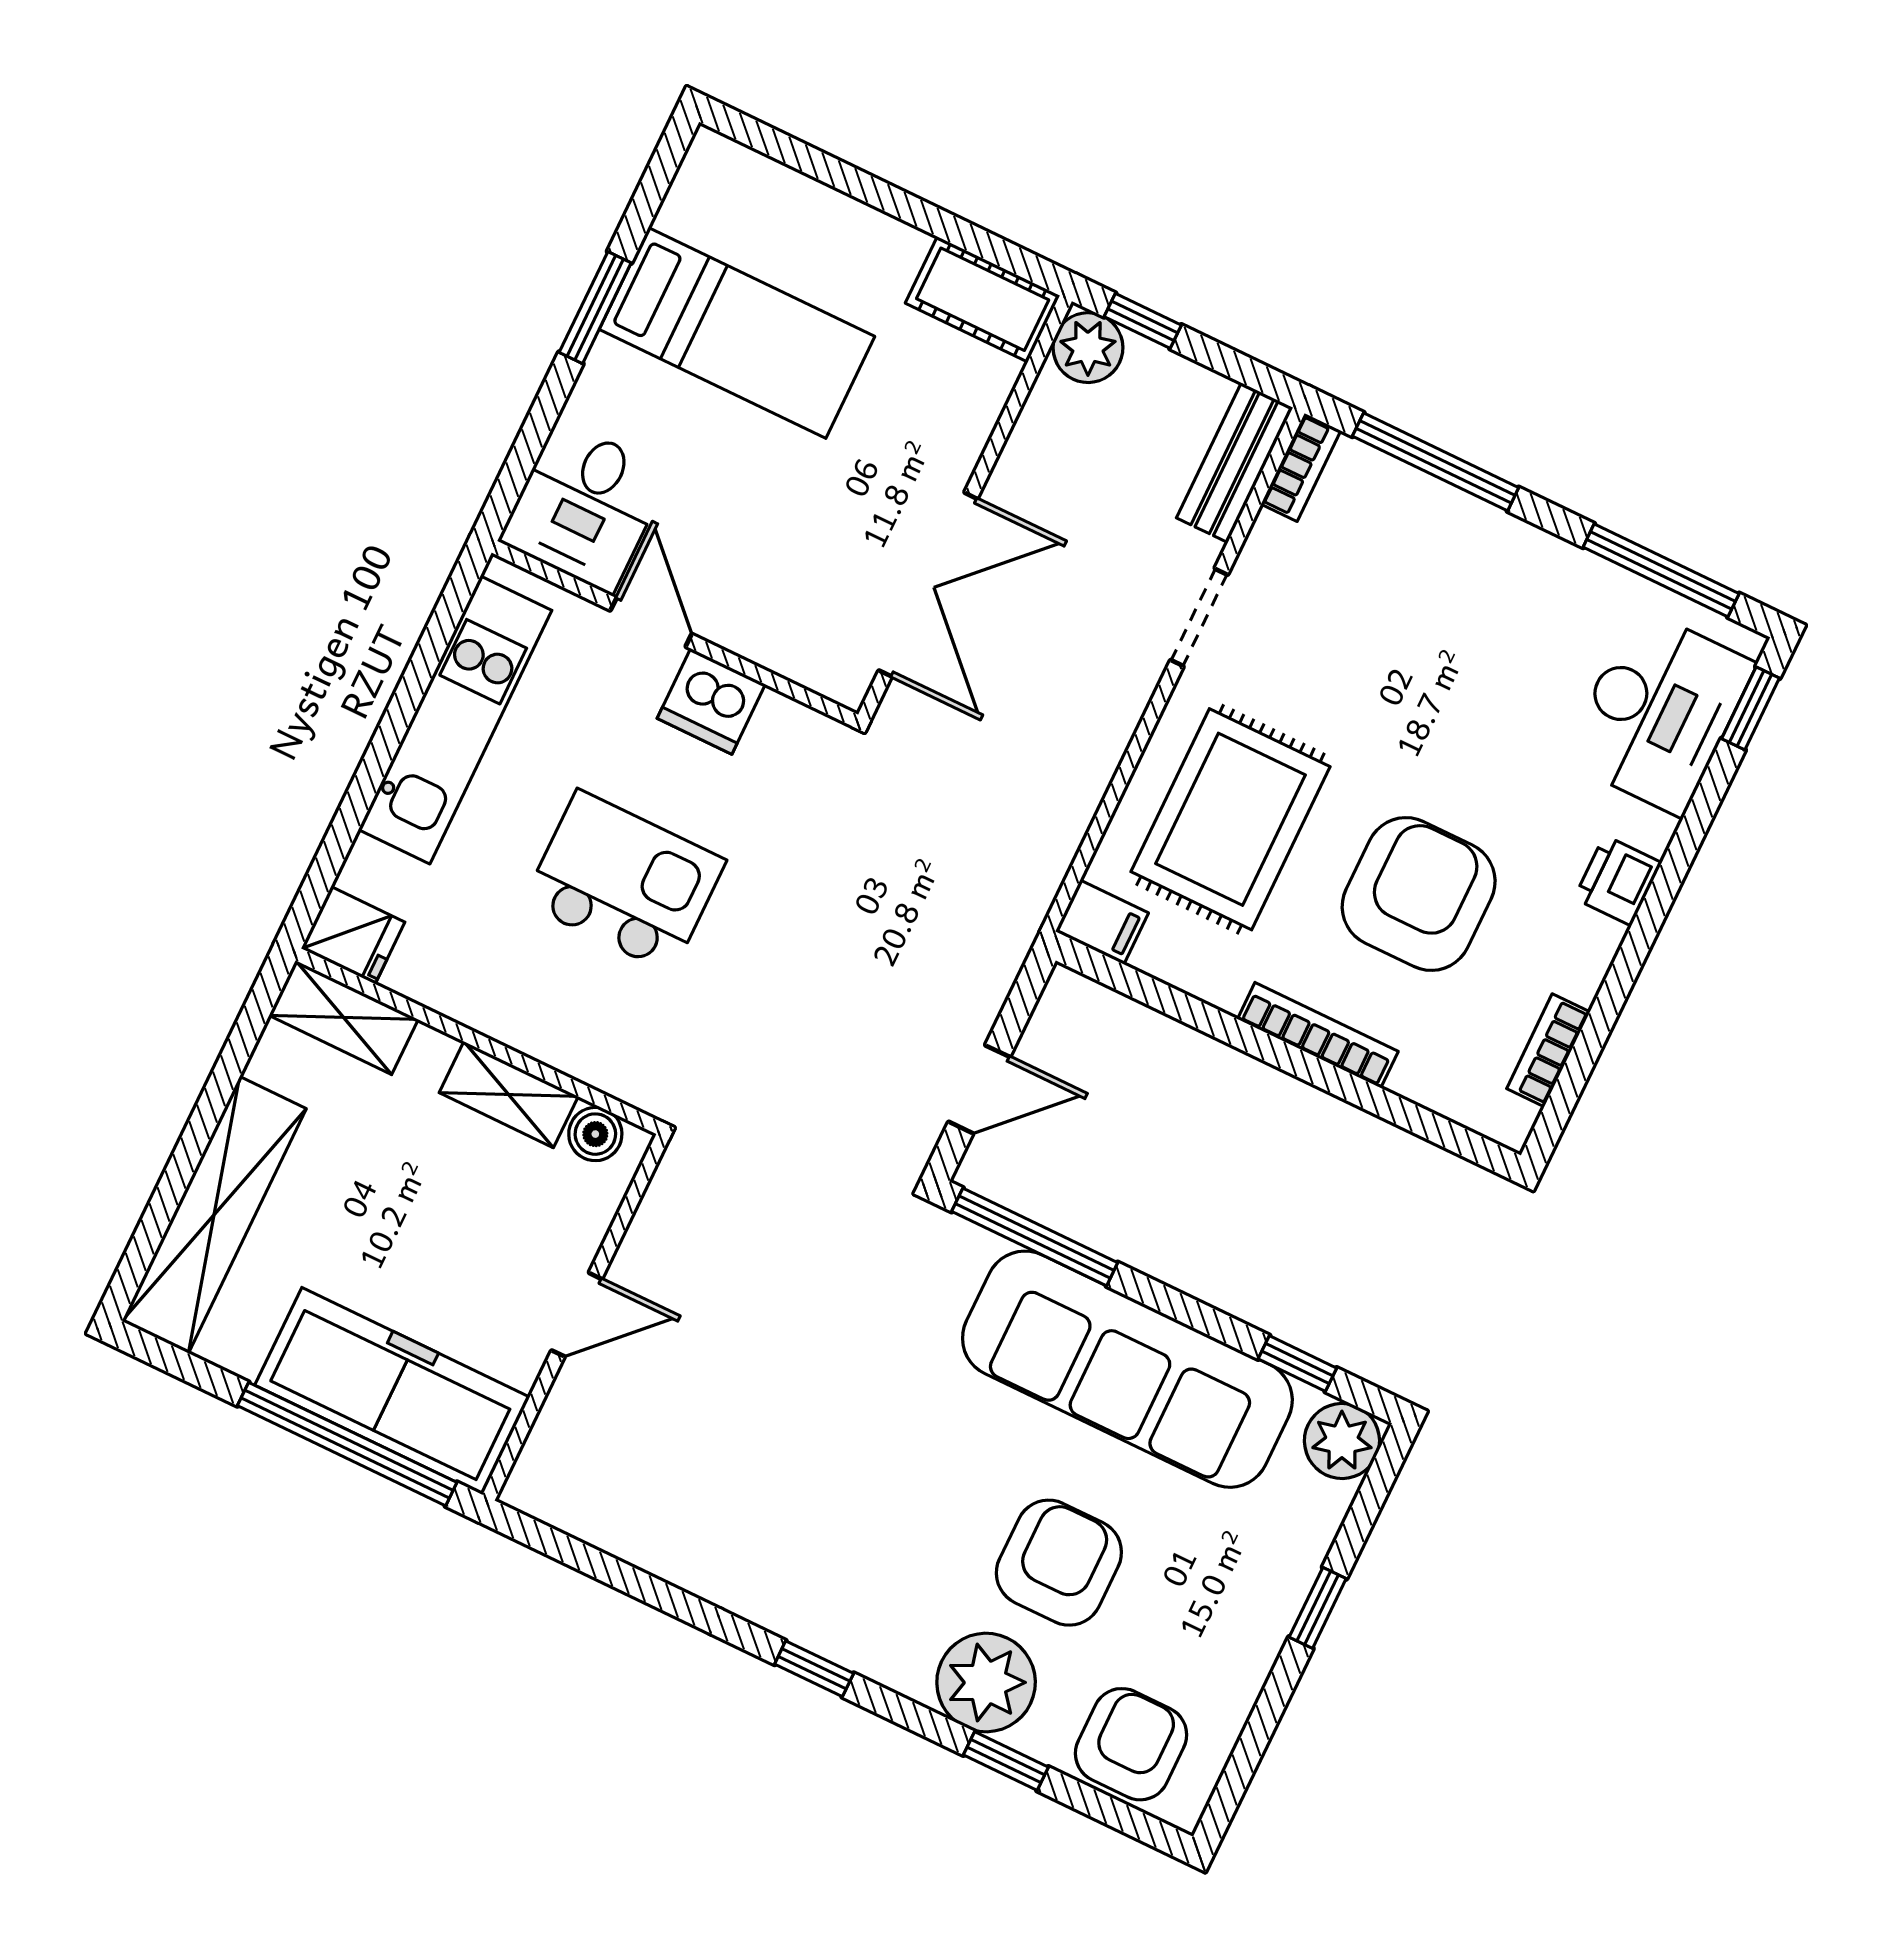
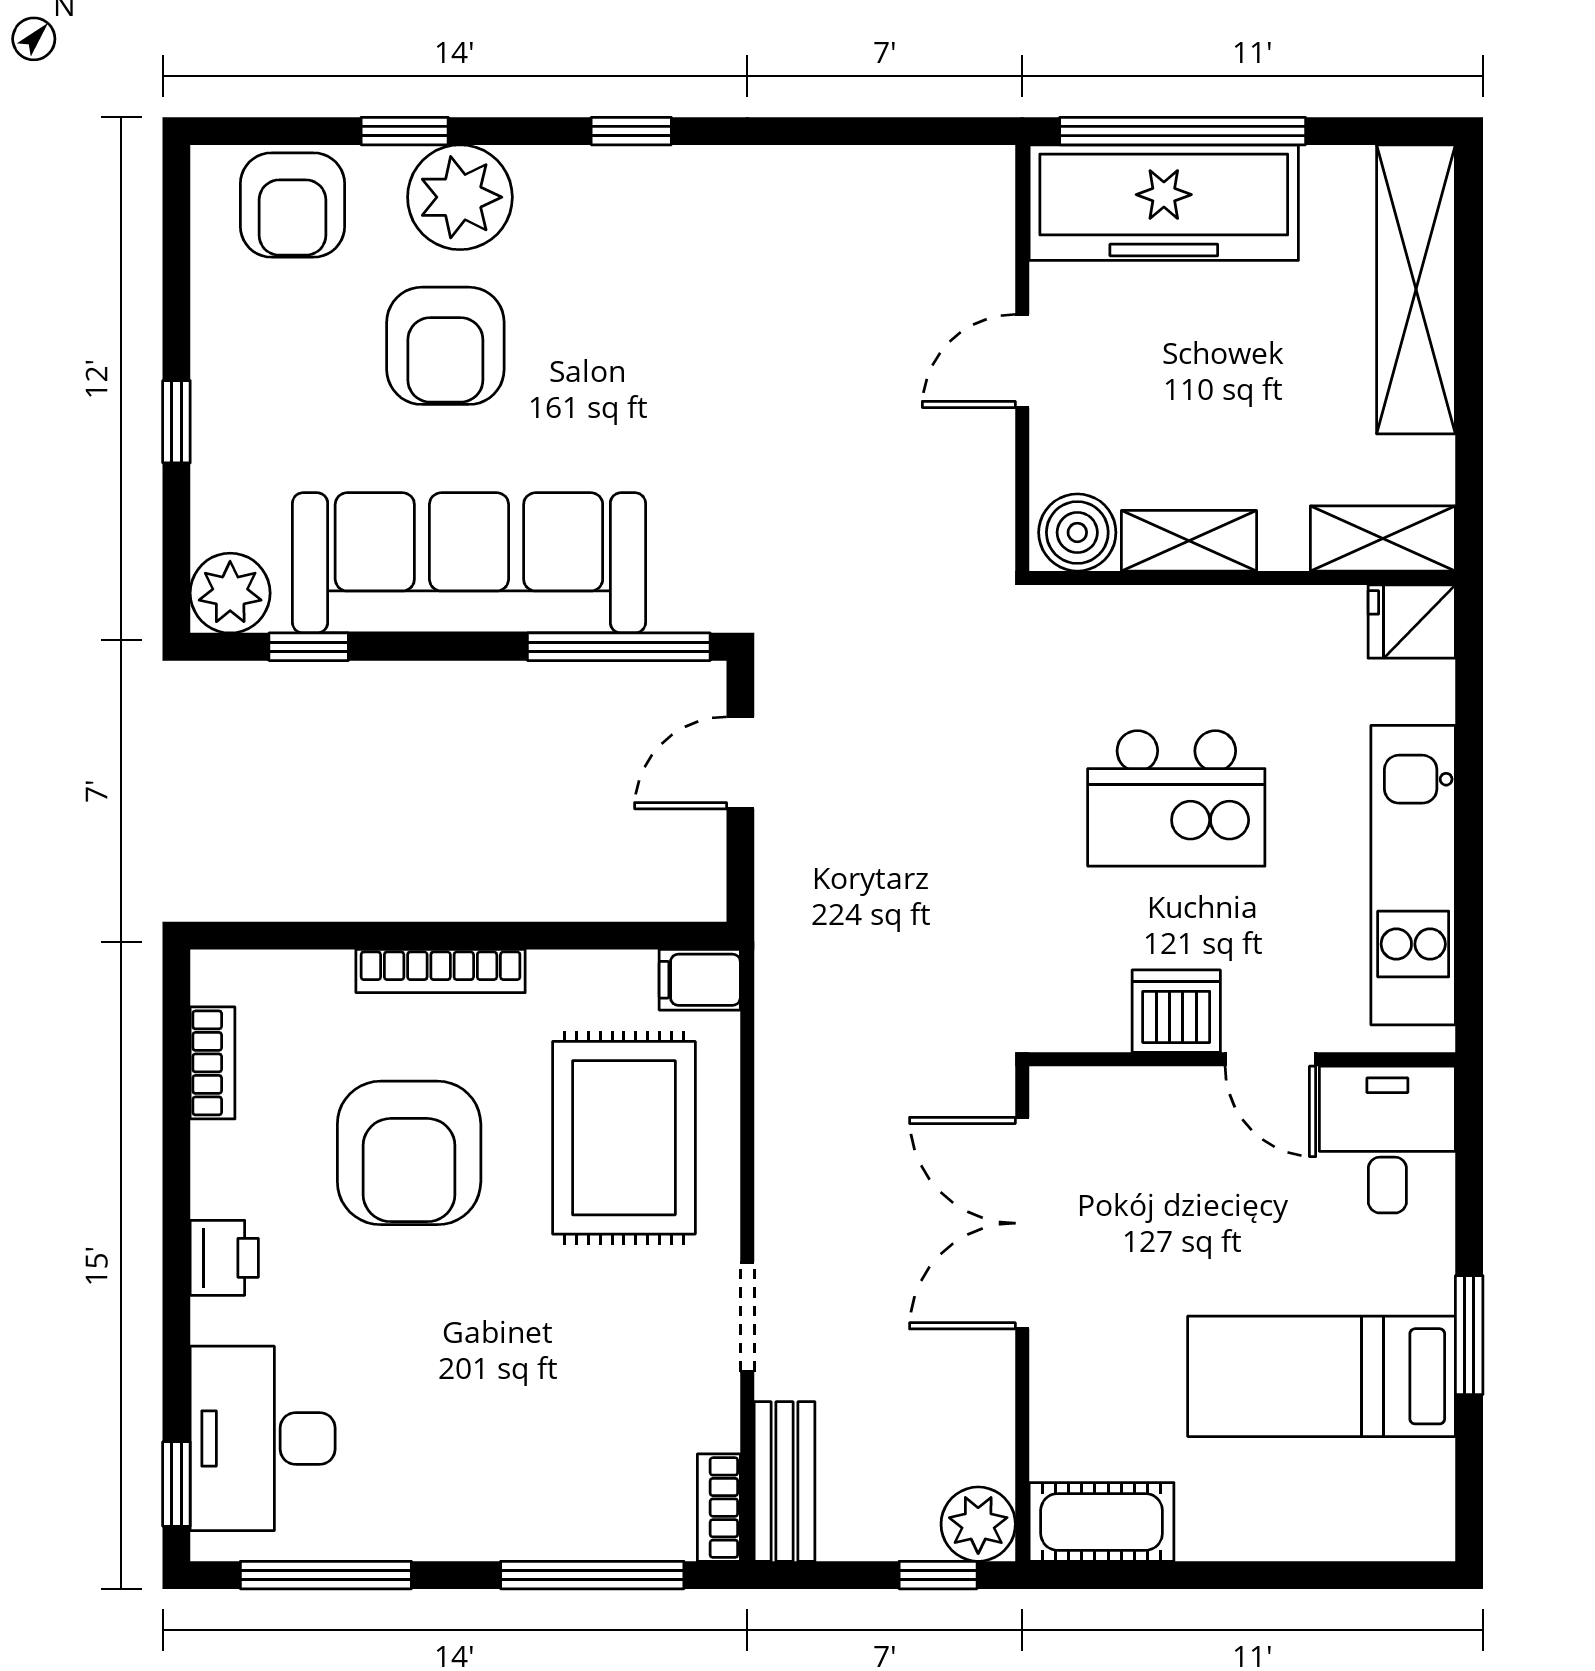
boiler: (595, 1134) -> (1077, 532), width x1.36, depth x1.36

